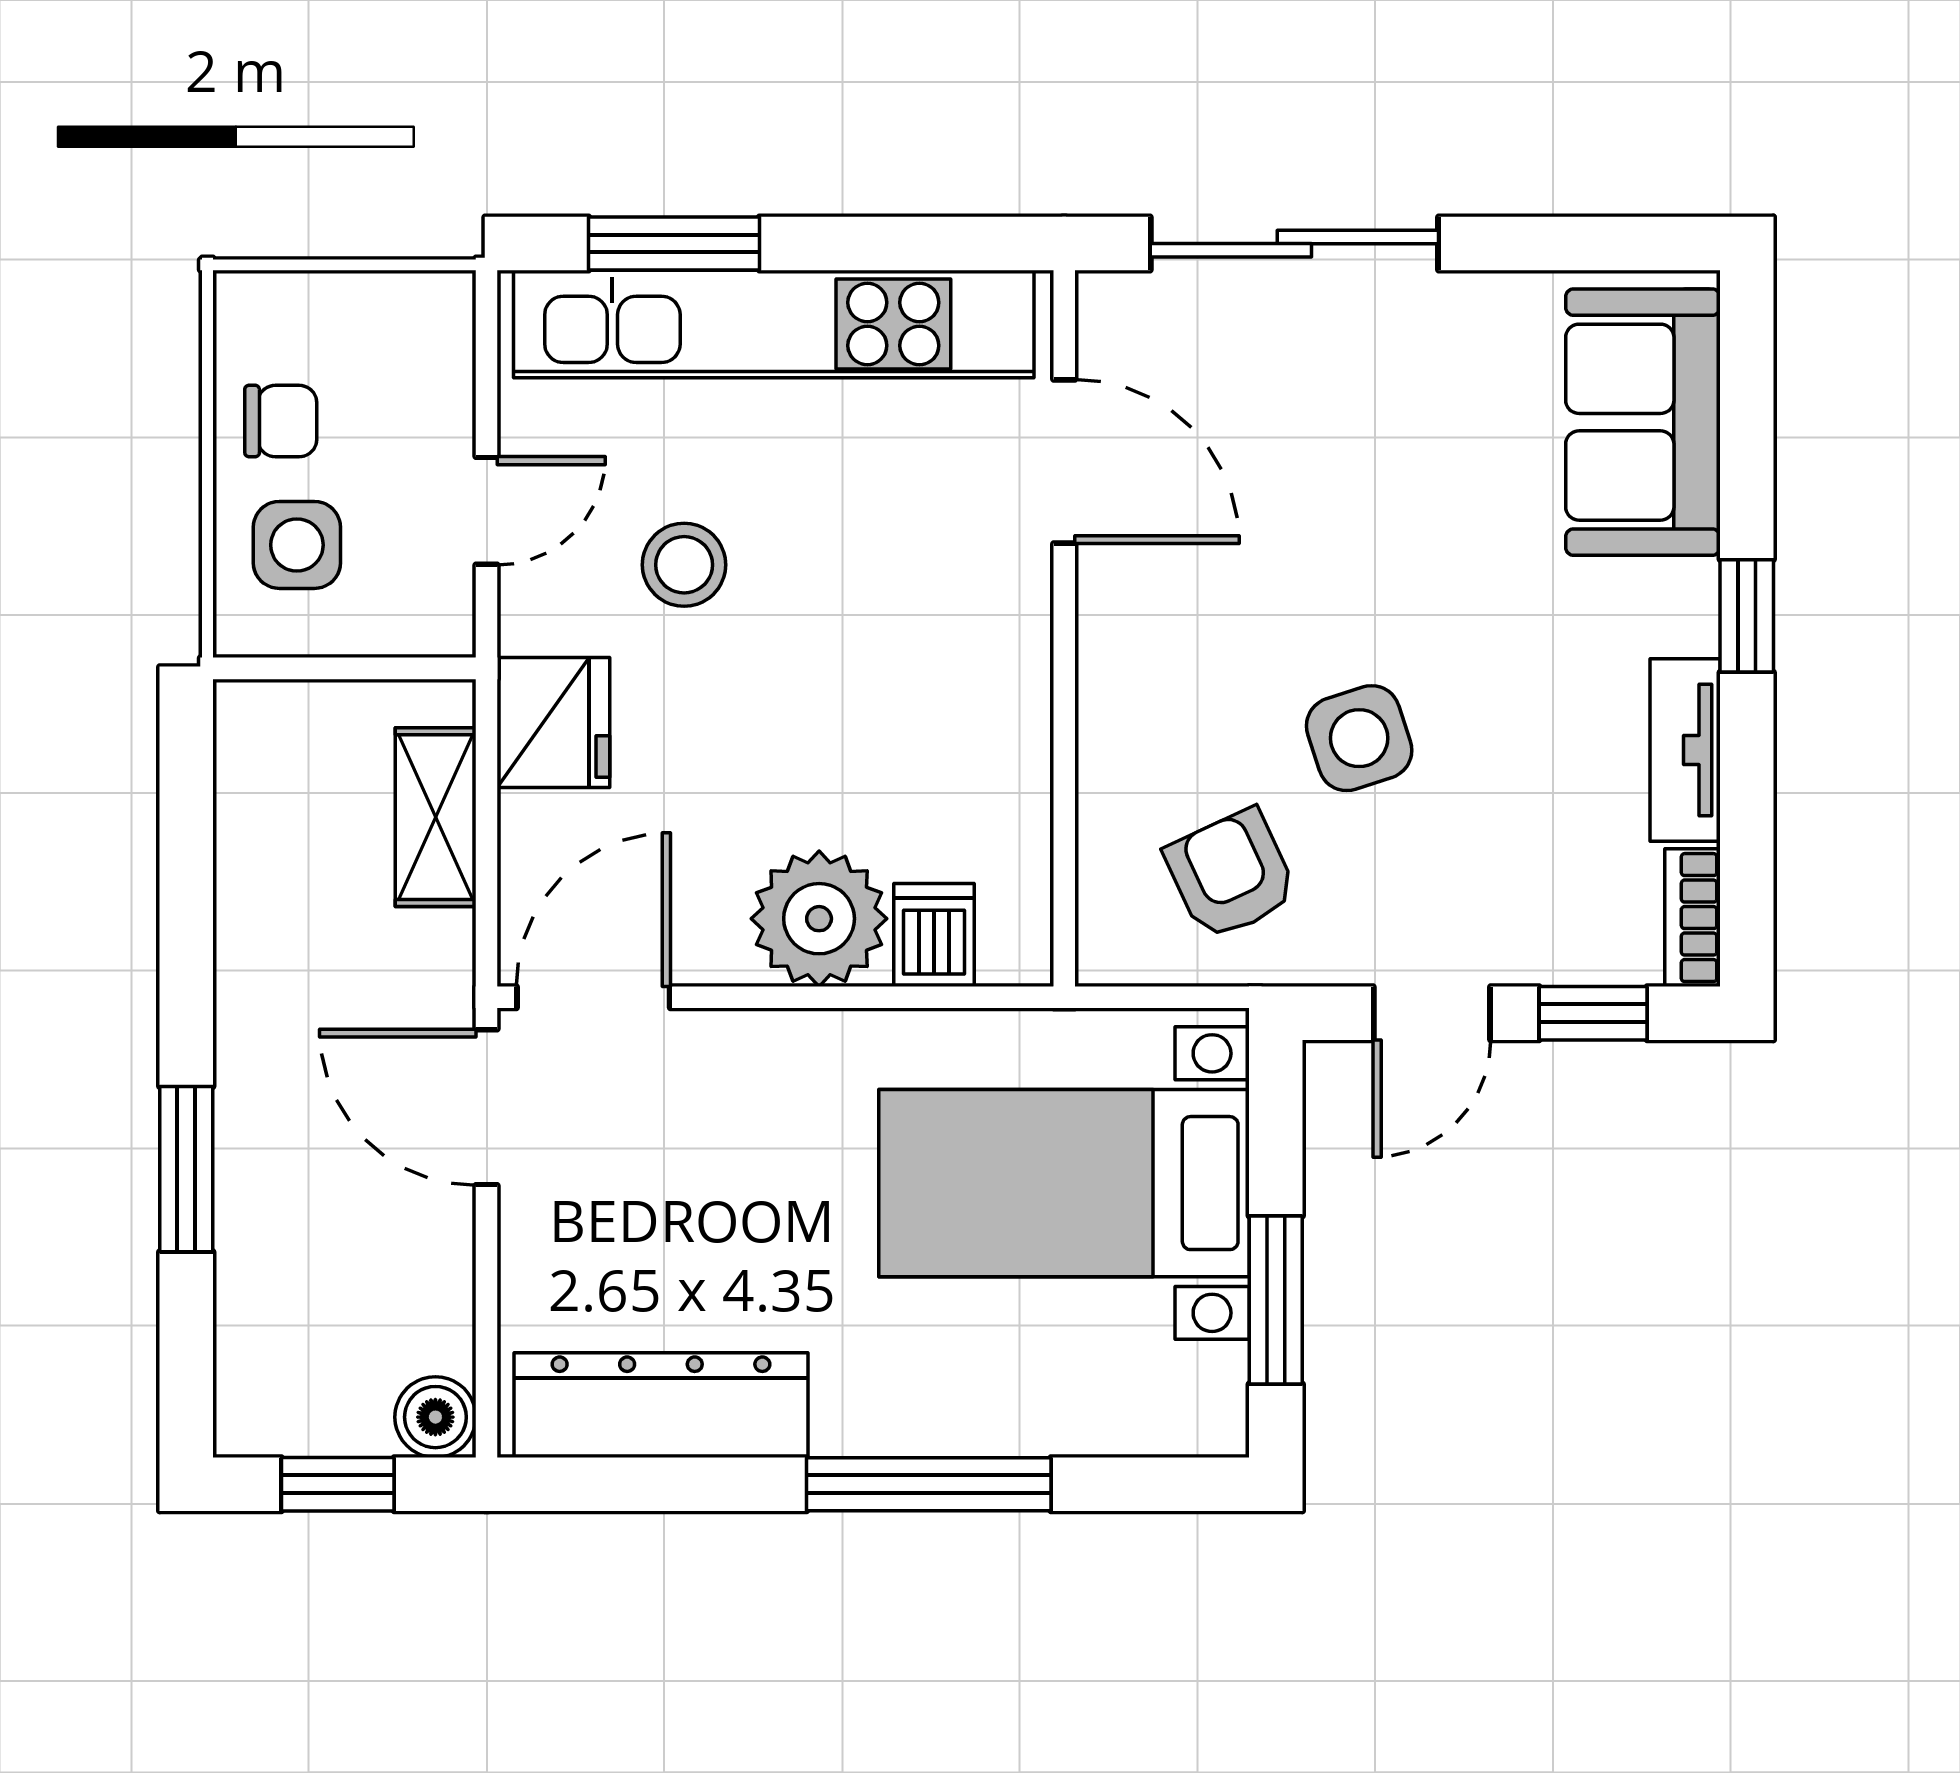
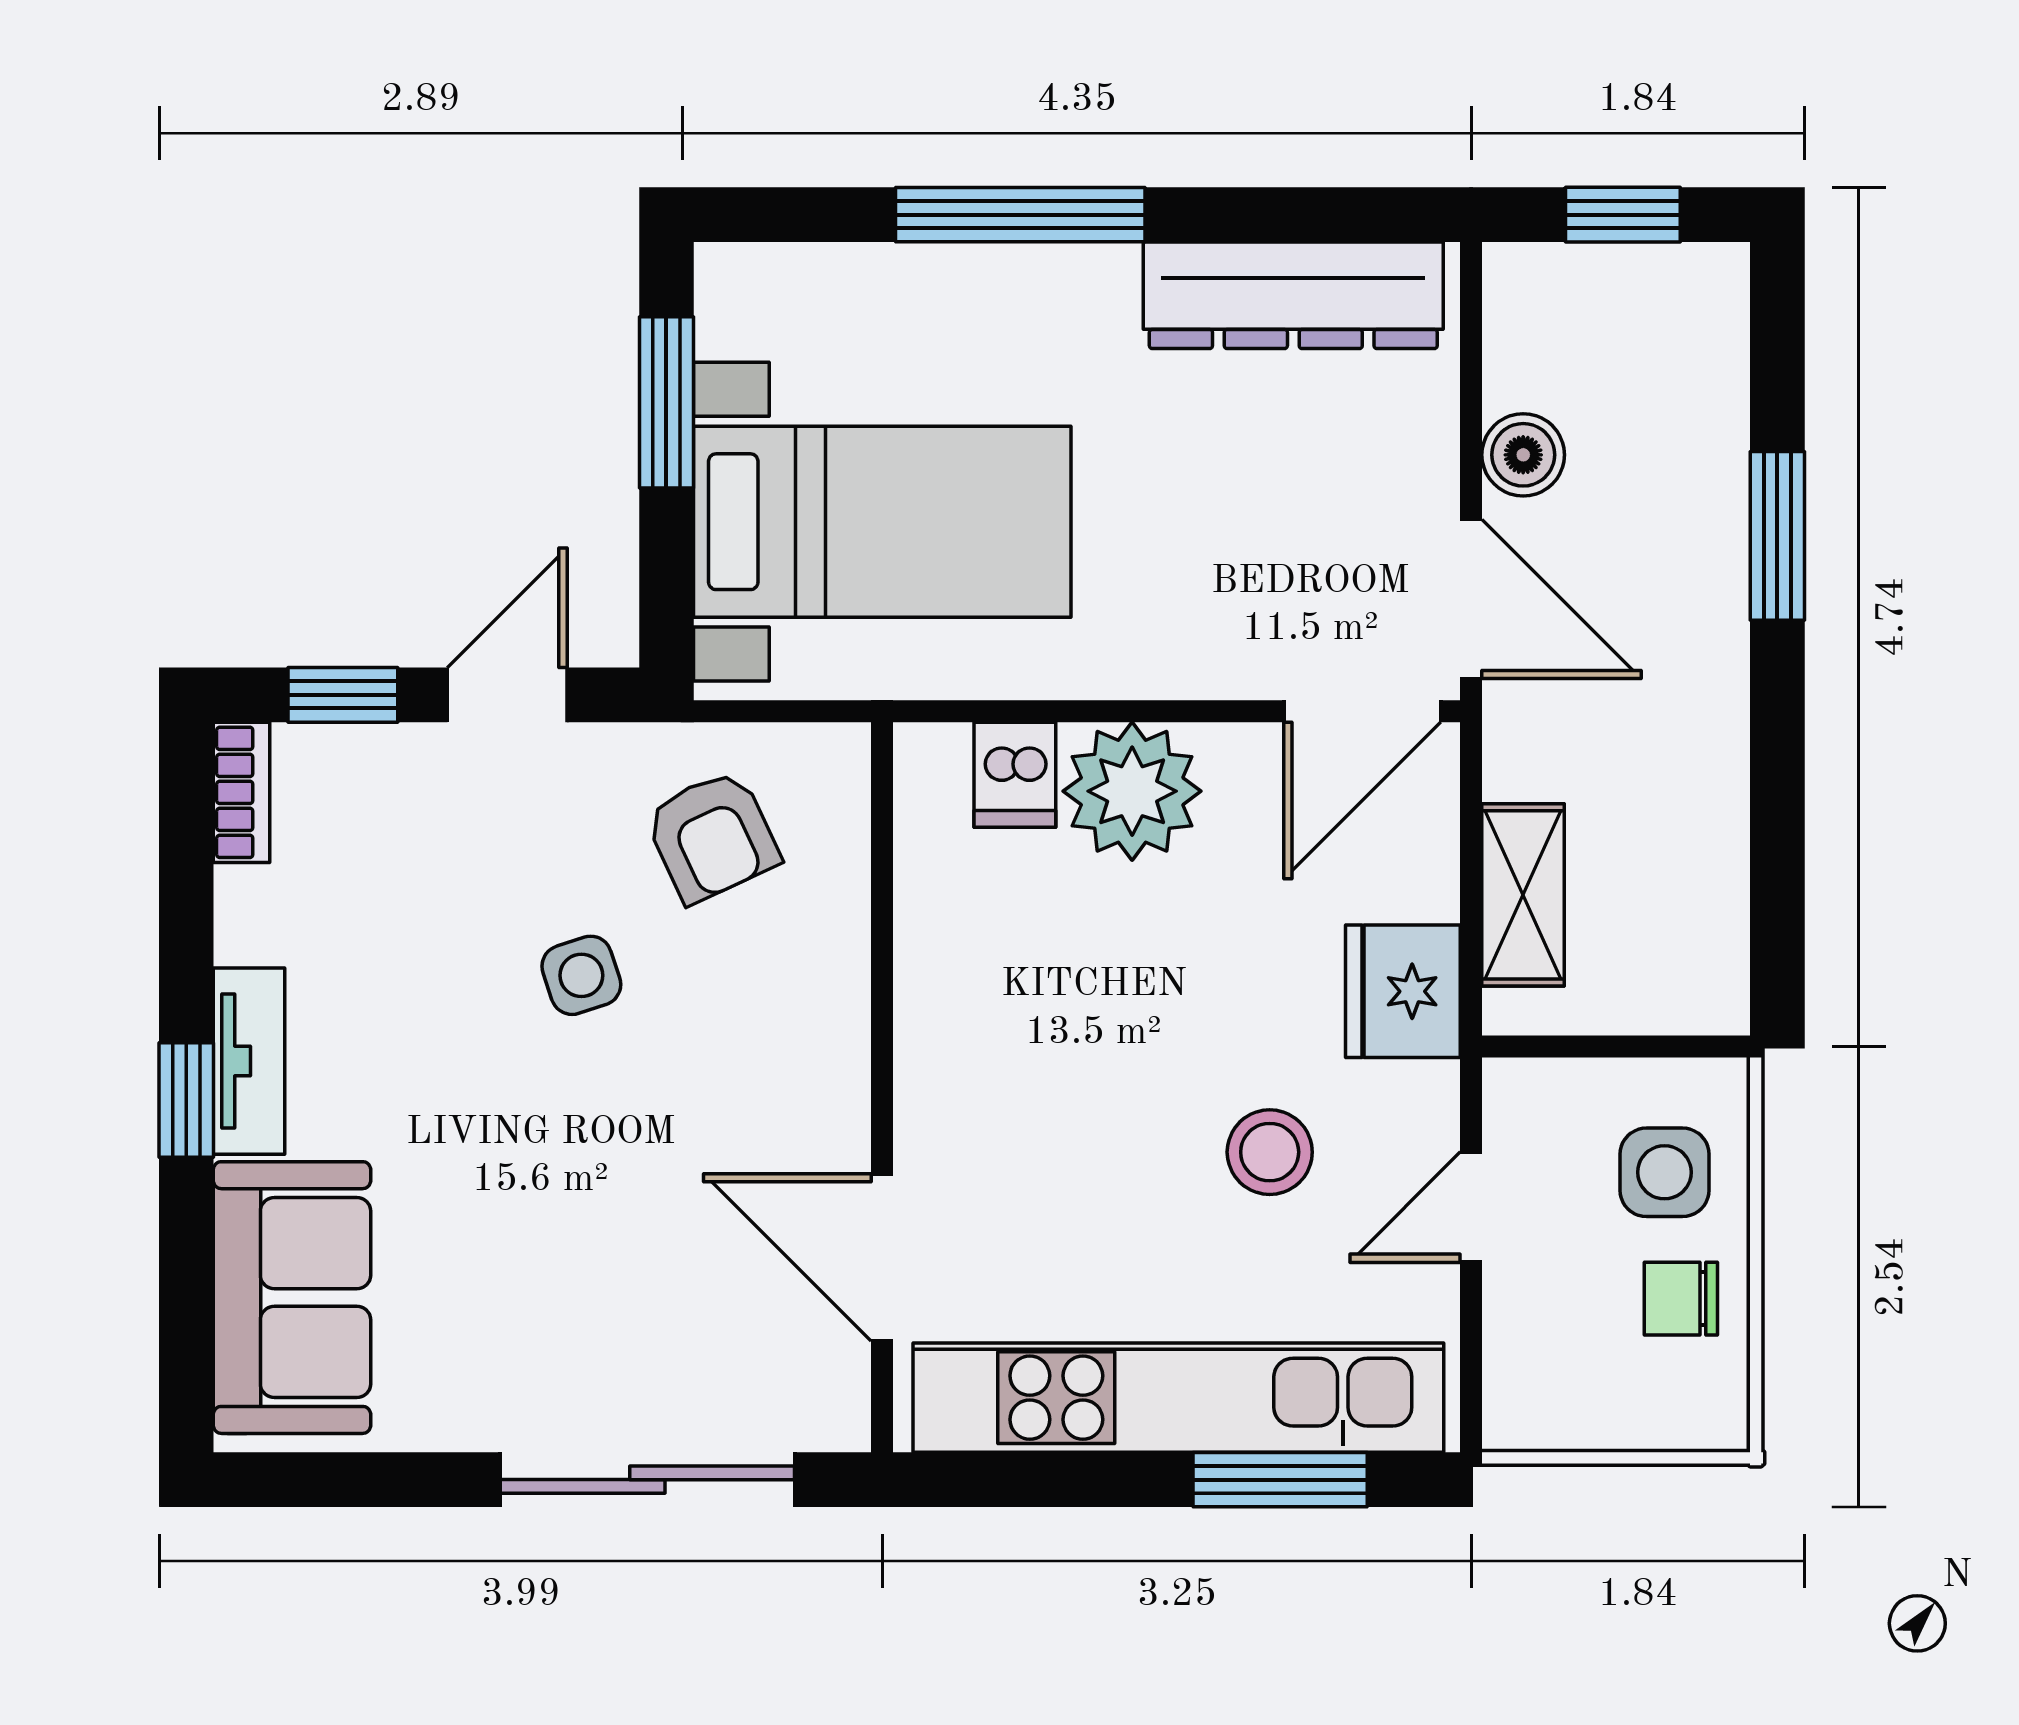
side table: (1359, 738) -> (581, 975), width x0.73, depth x0.73
tv unit: (1685, 750) -> (249, 1061), moved
boiler: (435, 1417) -> (1523, 455), moved

